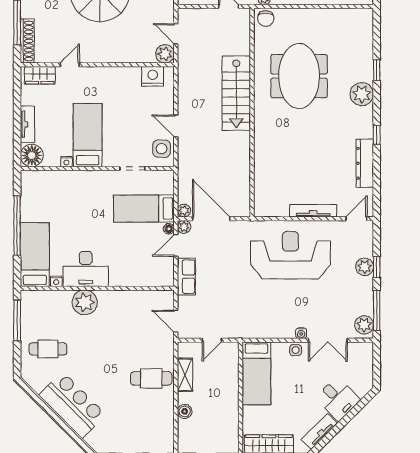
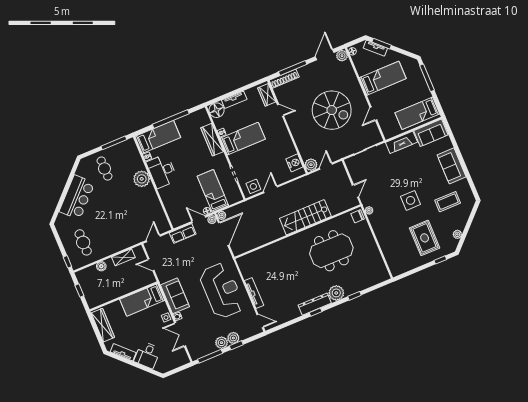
dresser: (365, 163) -> (315, 304), moved
wardrobe: (71, 179) -> (212, 140), added
sofa: (270, 325) -> (175, 296), added
plant: (364, 325) -> (222, 343), moved
cafe table: (151, 378) -> (83, 242), moved

